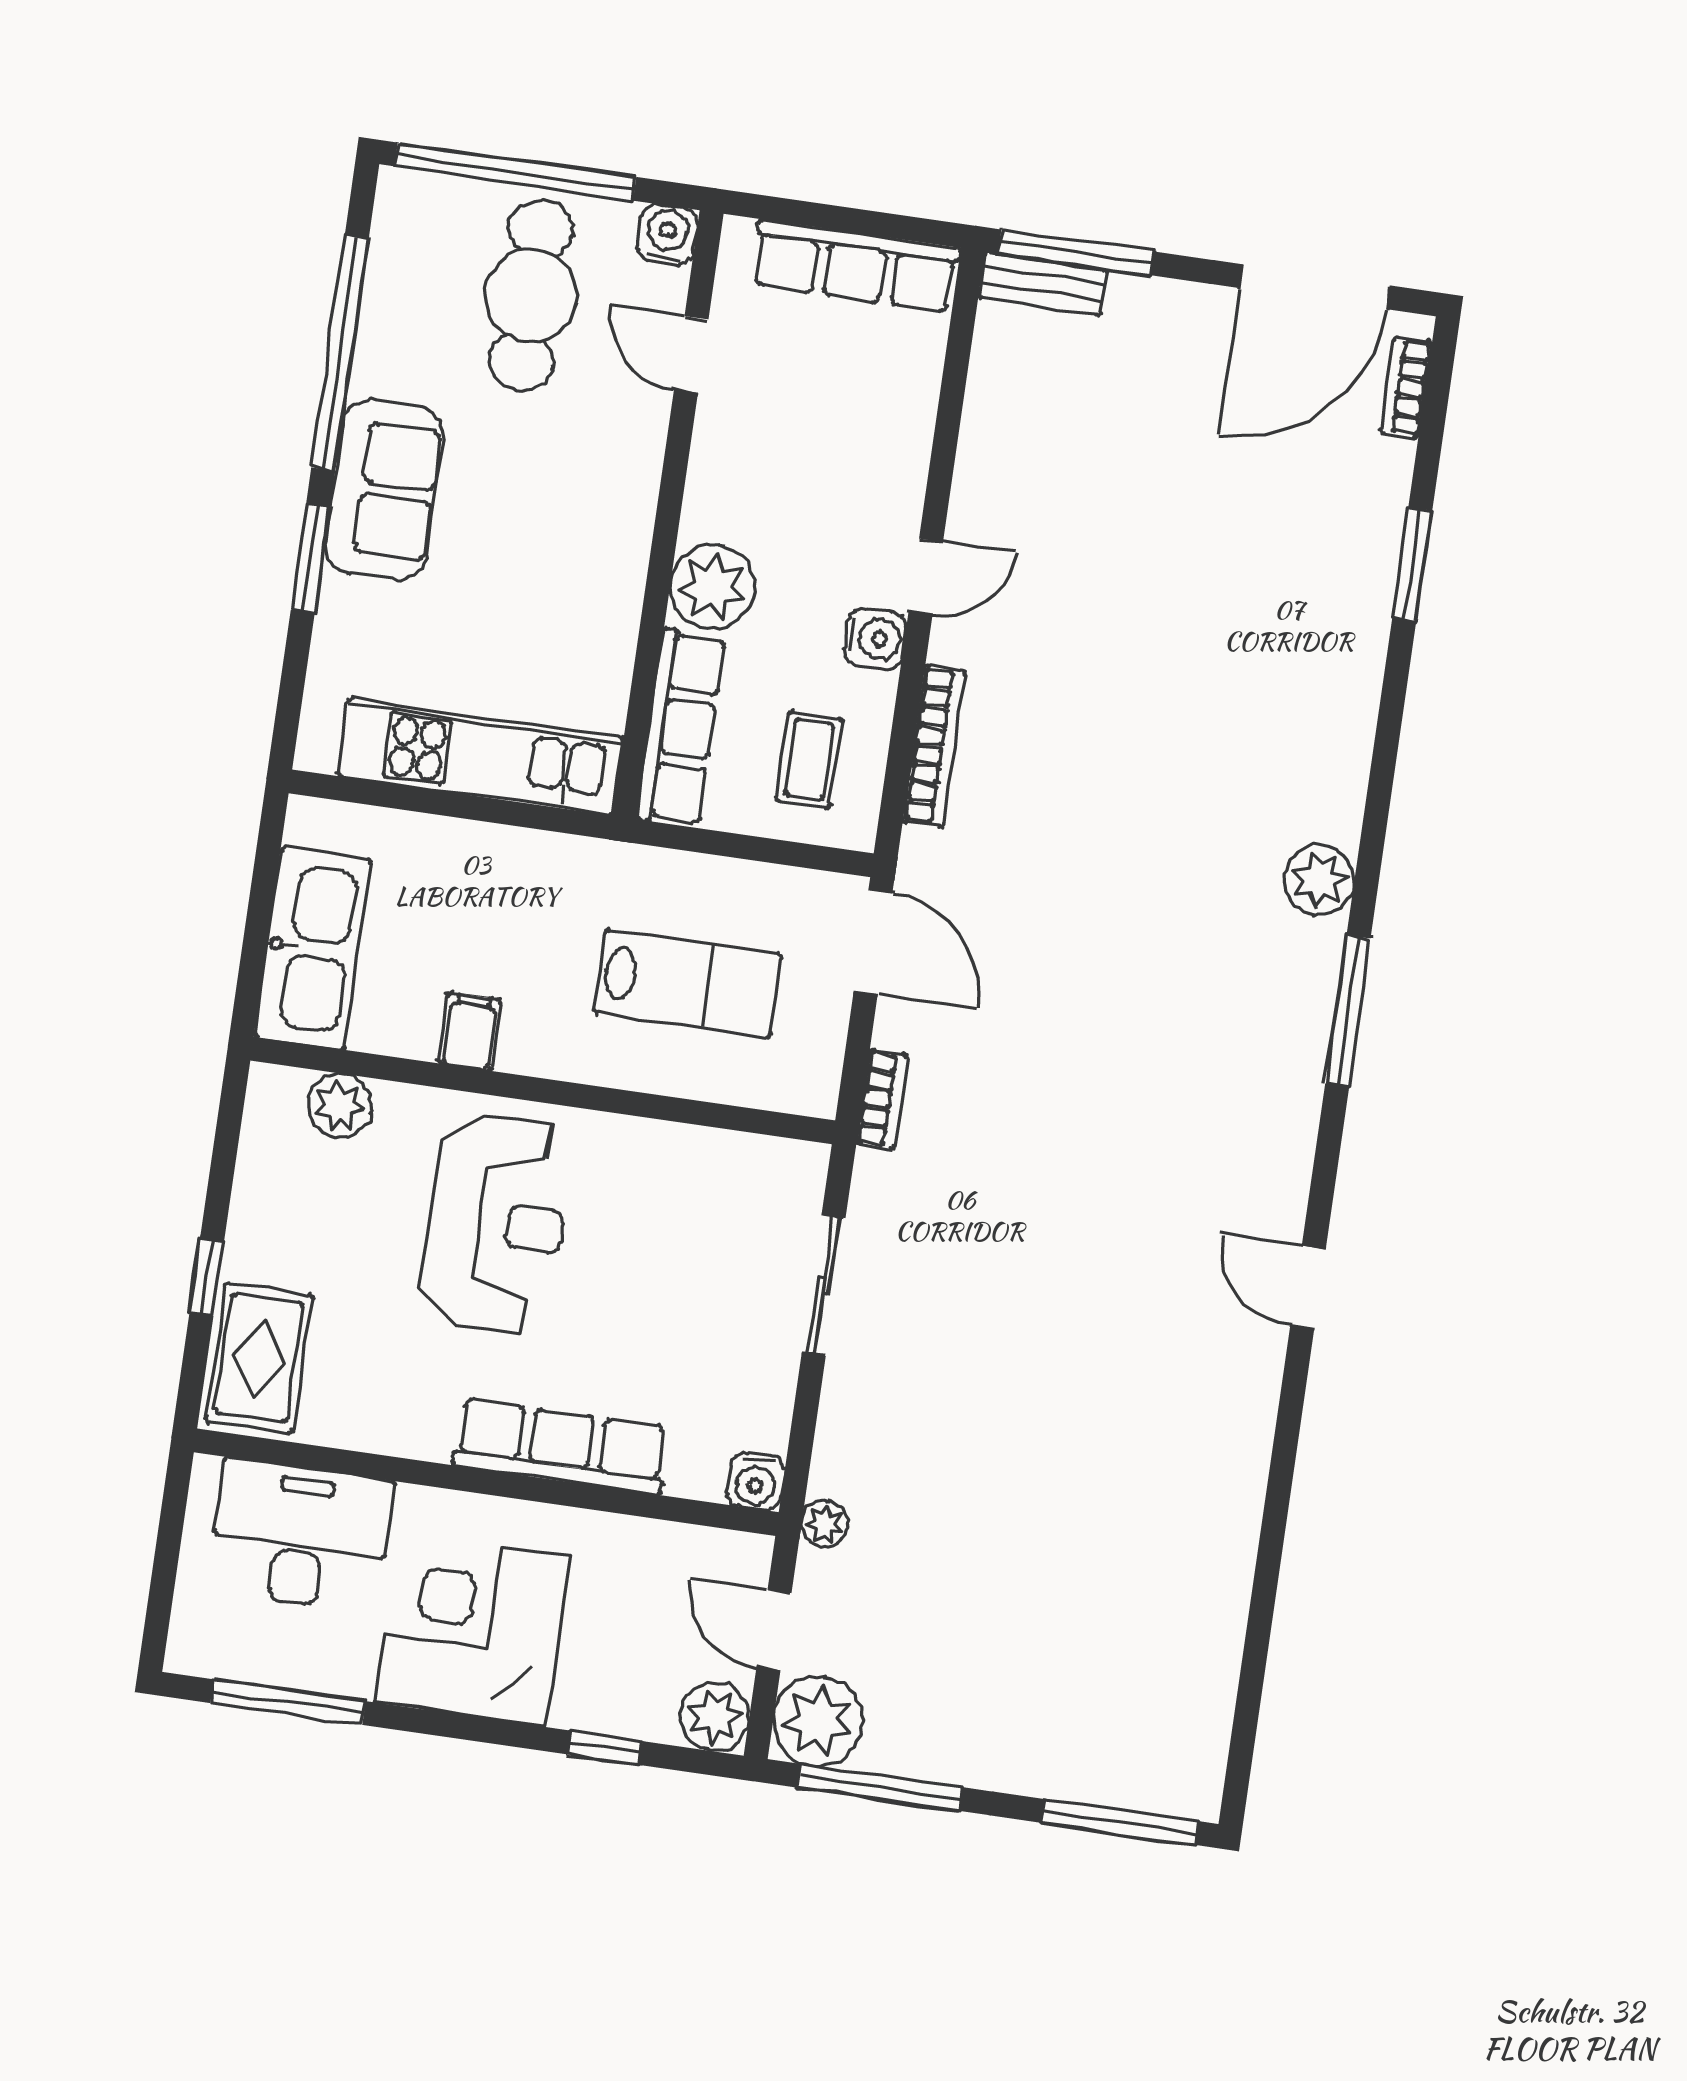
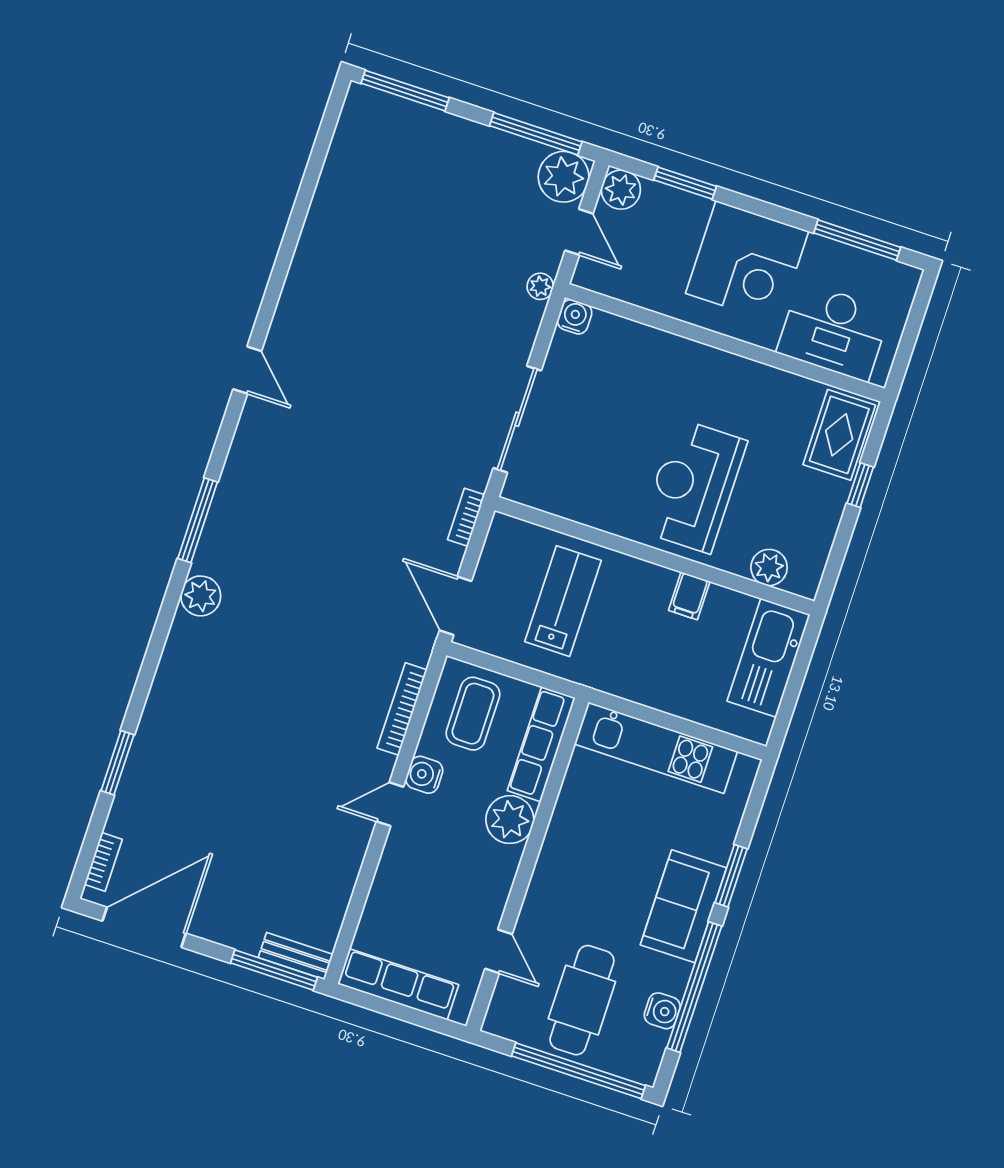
water cooler: (667, 234) -> (662, 1011), moved, turned -90
coffee table: (809, 760) -> (473, 714), width x1.36, depth x1.30
lab bench: (688, 983) -> (563, 601), turned 90
sliding door: (824, 1285) -> (517, 419), width x1.37
row of seats: (561, 1446) -> (680, 356), removed
window: (605, 1748) -> (685, 183), width x1.50

